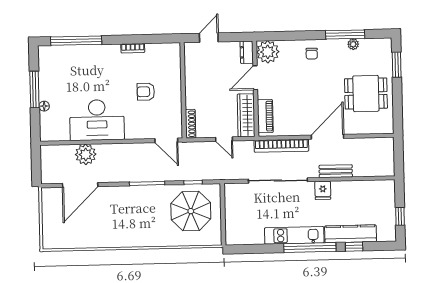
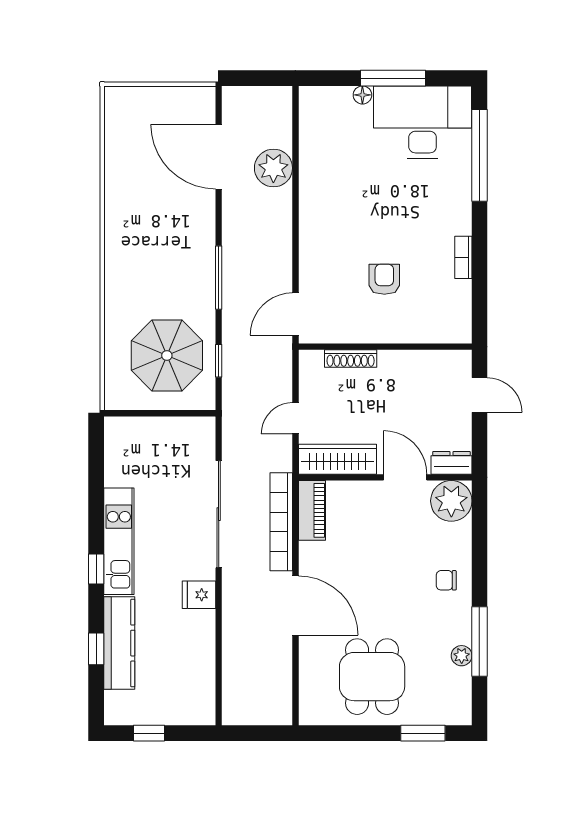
piano: (265, 116) -> (312, 510), moved, turned -90
desk: (97, 120) -> (423, 122), moved, turned 90
shoe rack: (191, 124) -> (351, 359), moved
bench: (336, 171) -> (233, 619), removed
window: (310, 248) -> (96, 569), width x0.32

